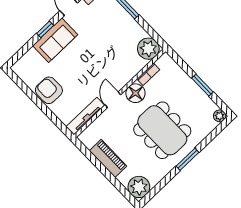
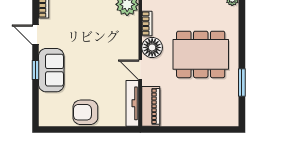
piano: (108, 158) -> (151, 106), moved, turned 90
window: (188, 159) -> (242, 83), moved
plant: (139, 187) -> (227, 115), removed

